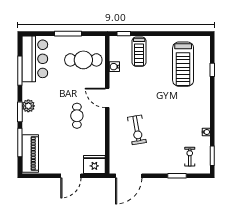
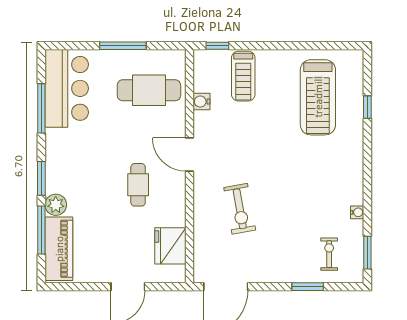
plant: (28, 106) -> (56, 205), moved
fridge: (94, 164) -> (170, 246), moved, turned -90

